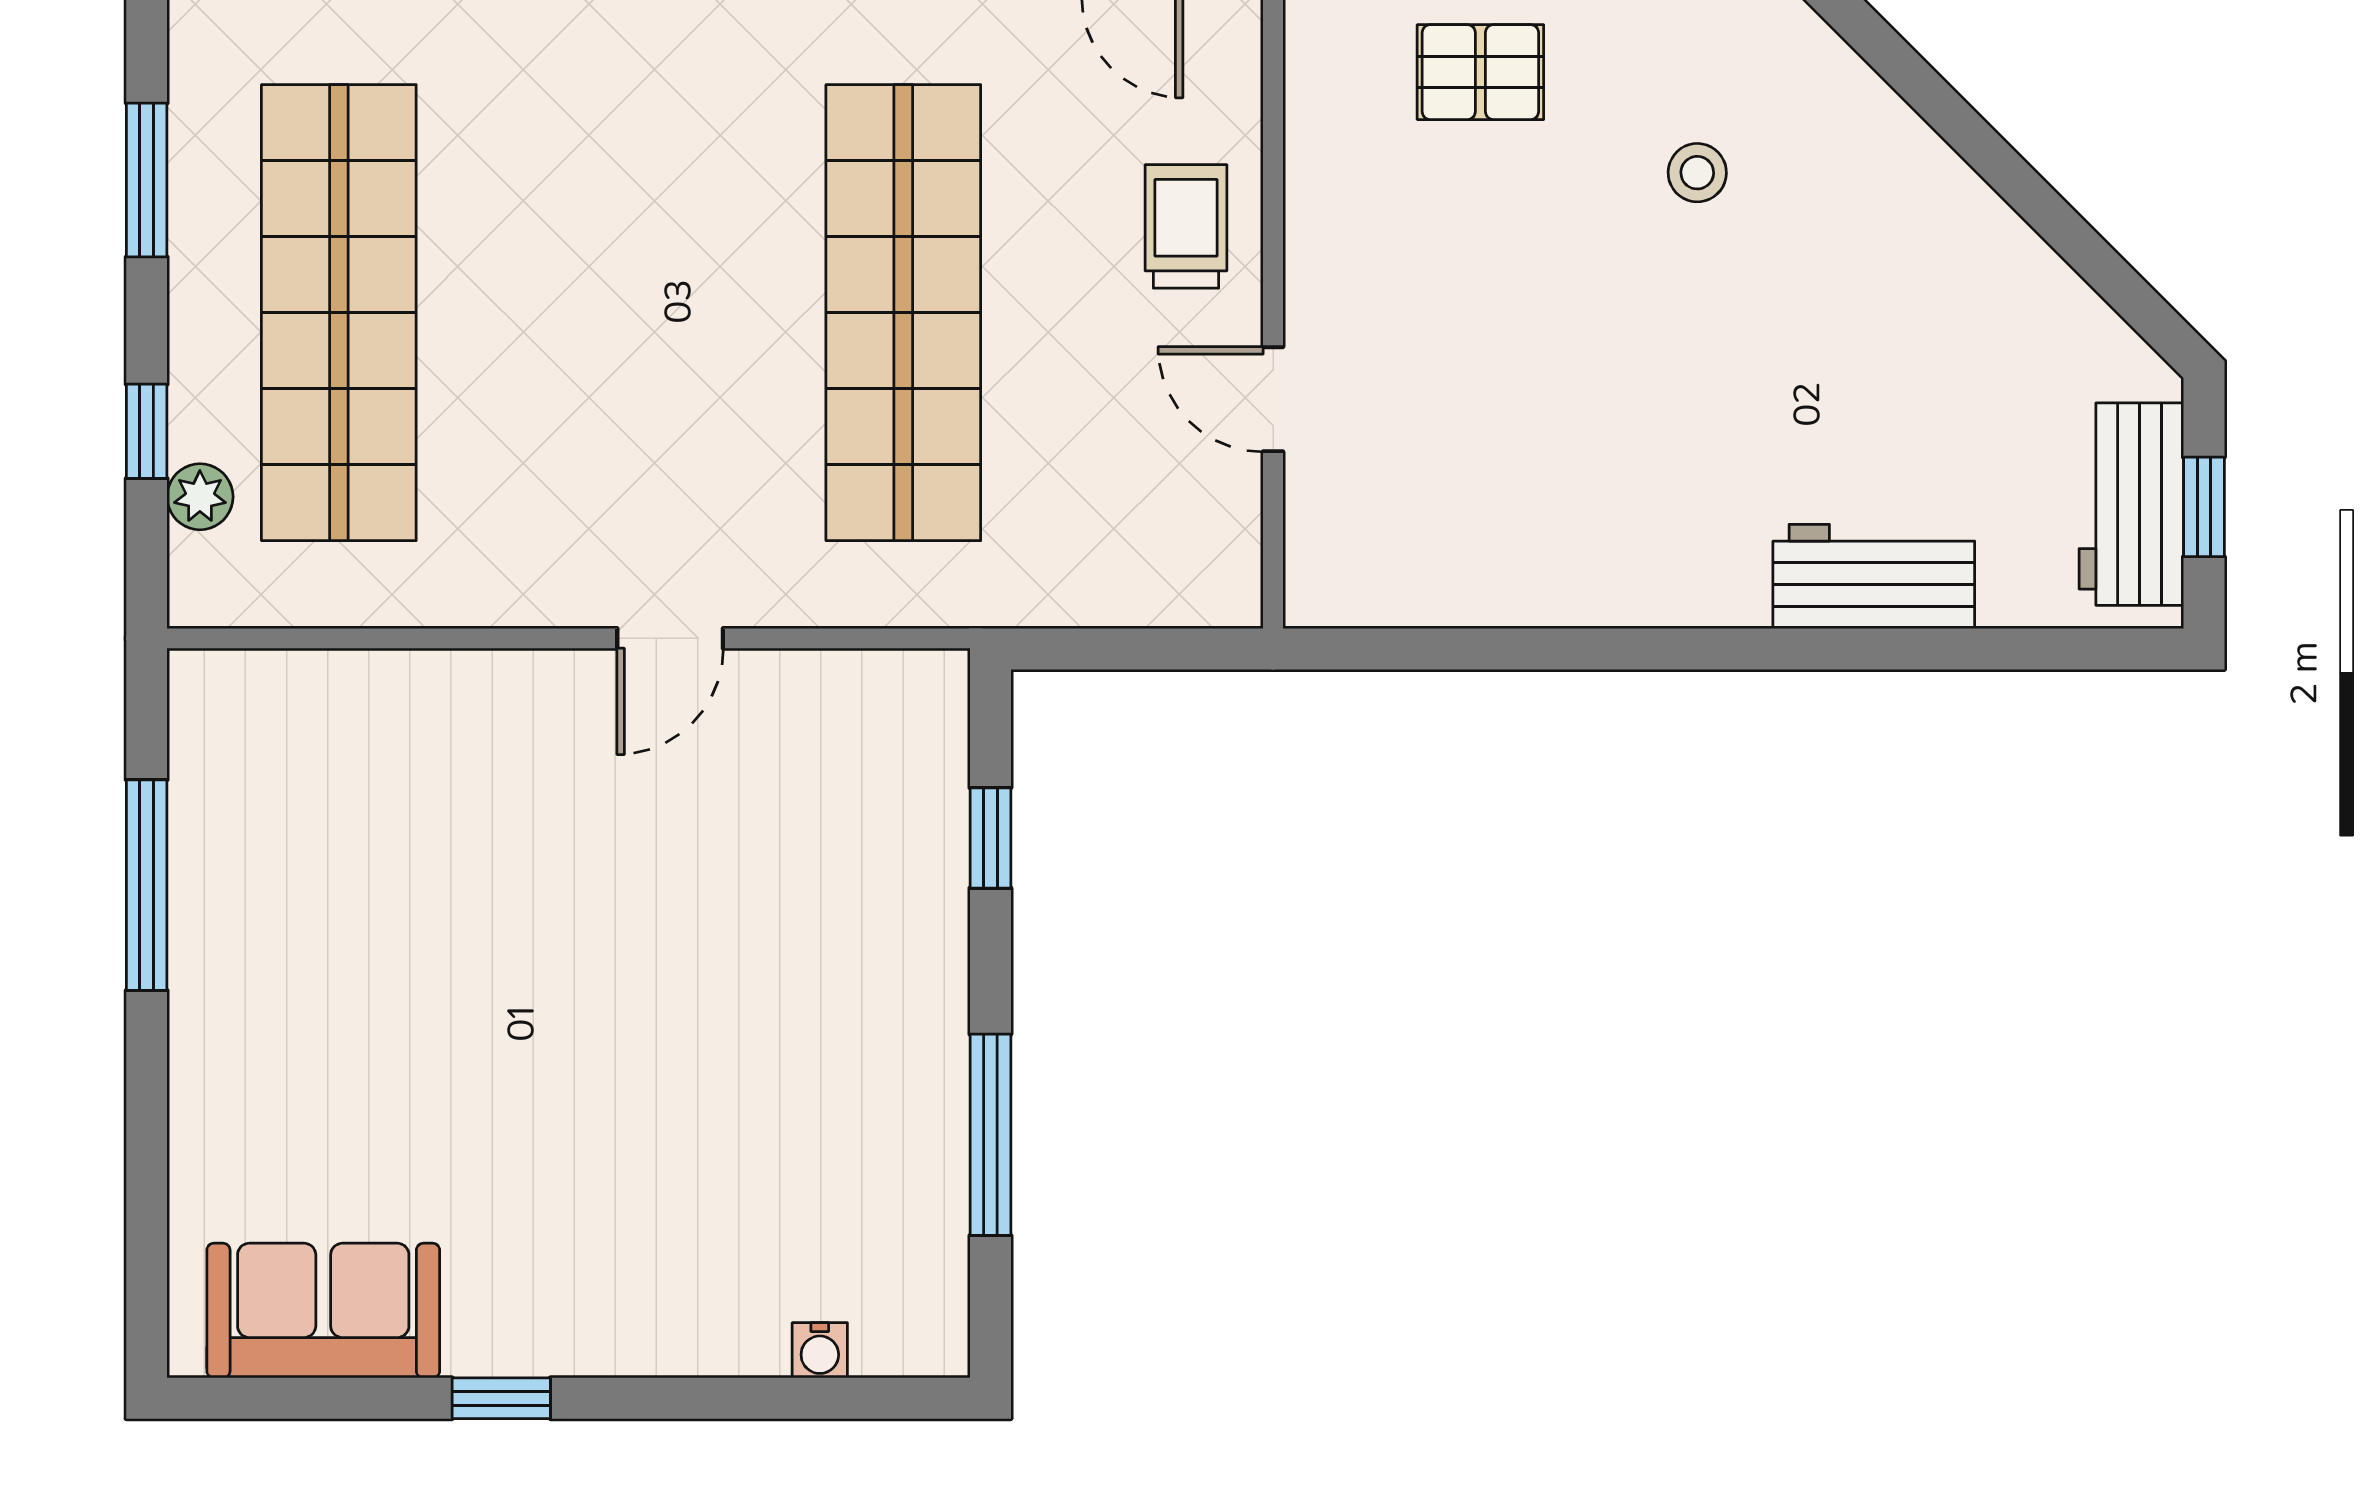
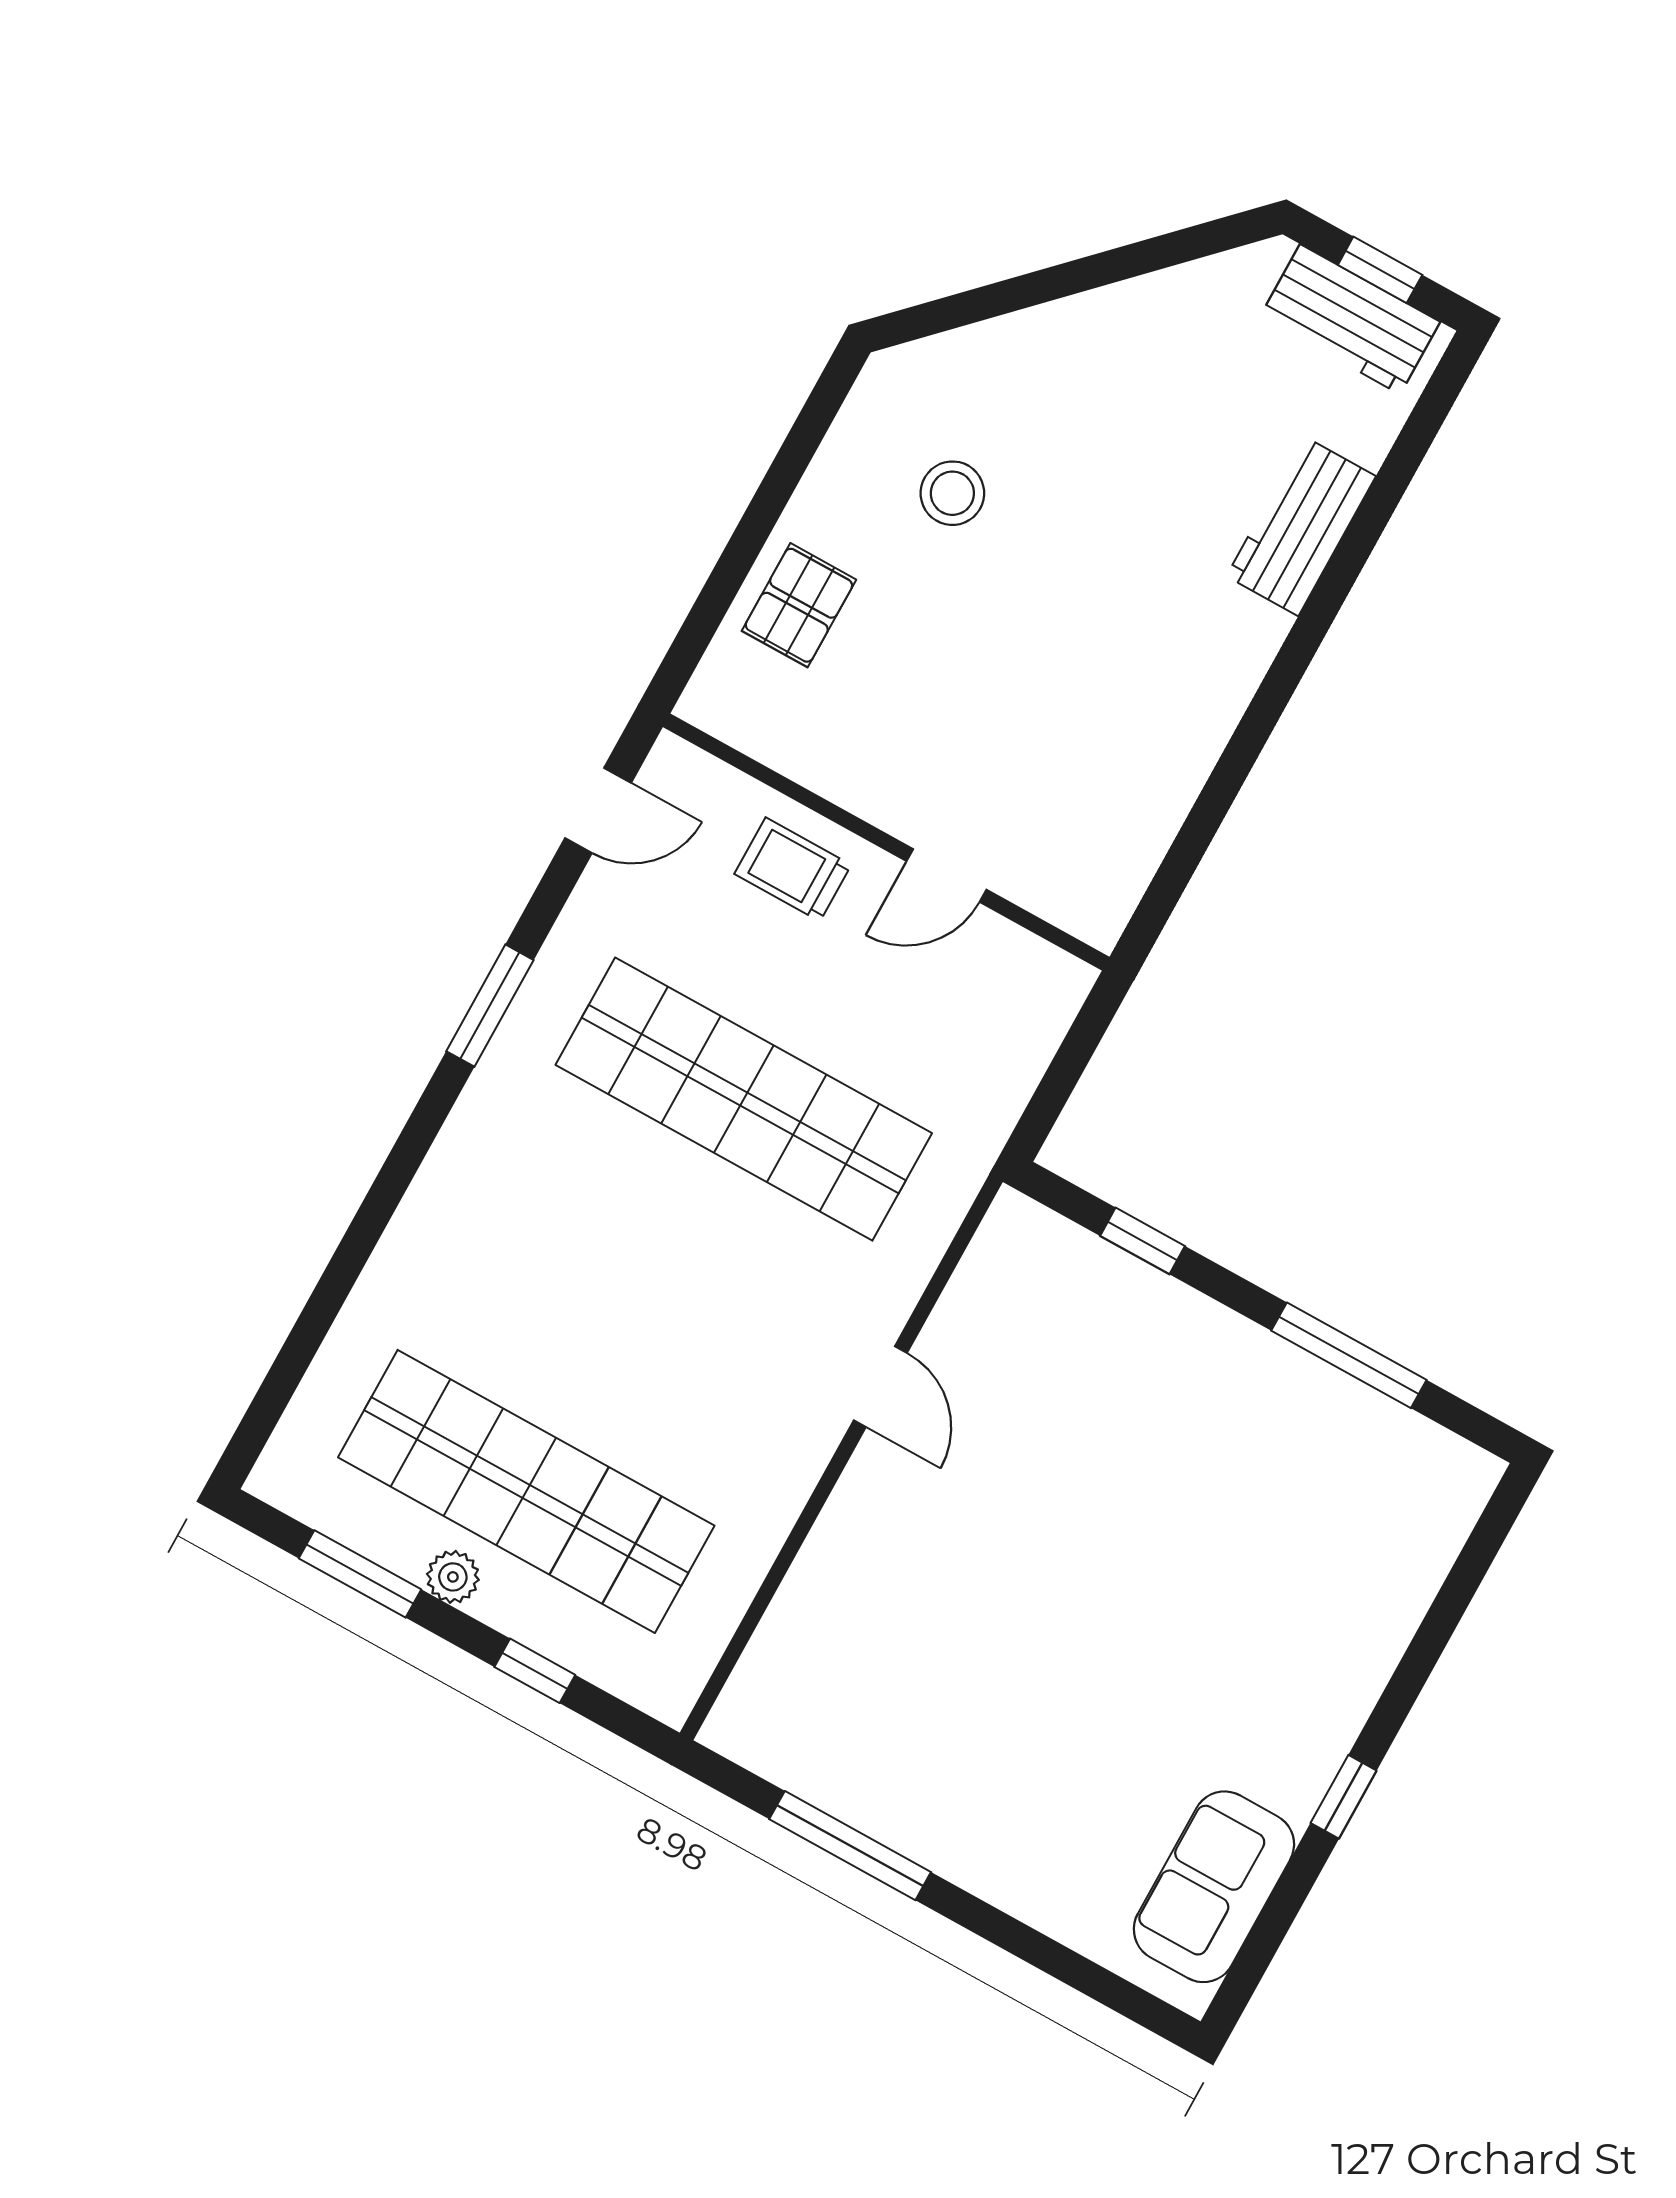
stool: (1697, 173) -> (952, 493), width x1.37, depth x1.37
plant: (200, 497) -> (453, 1577), moved
water cooler: (820, 1350) -> (1433, 1557), removed

